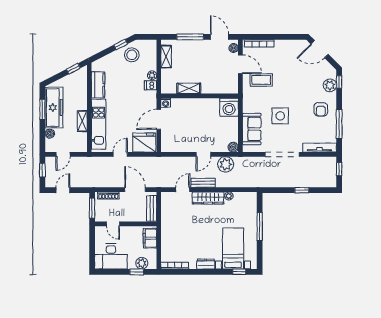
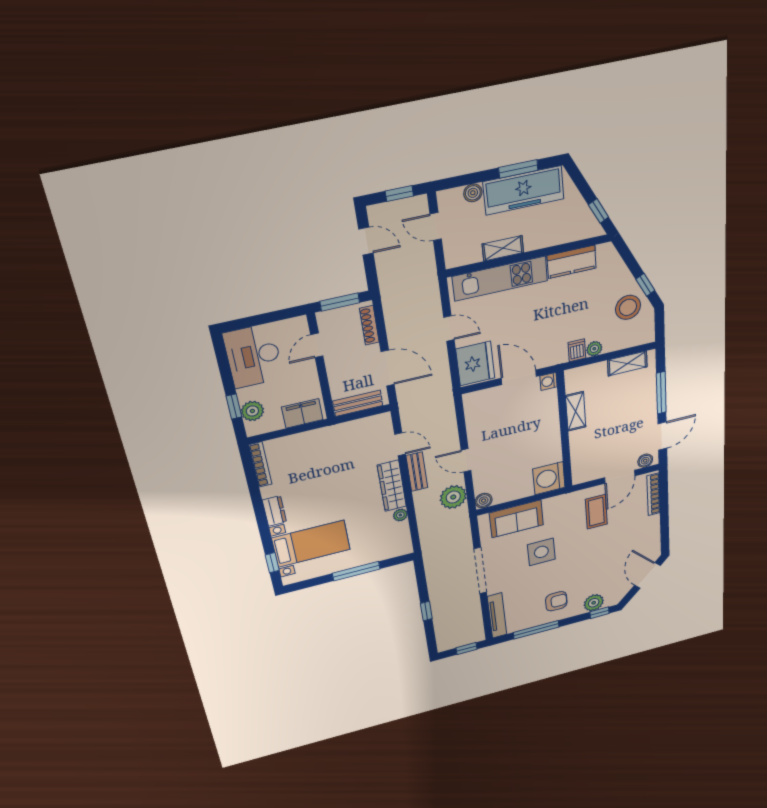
armchair: (321, 109) -> (556, 601), turned 180
door: (135, 190) -> (388, 368), hinge flipped

